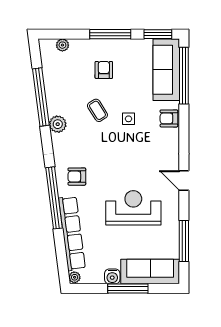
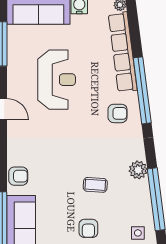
coffee table: (97, 110) -> (95, 185), turned -54
side table: (129, 119) -> (138, 233), moved
reception desk: (133, 208) -> (57, 80), turned -90

